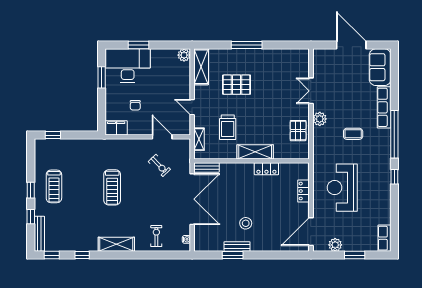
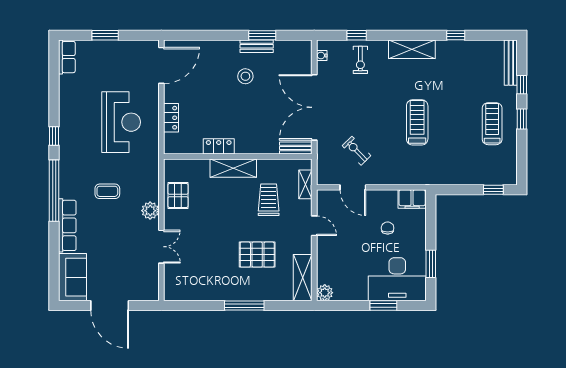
plant: (335, 245) -> (130, 49), removed
window: (52, 255) -> (357, 35), moved

